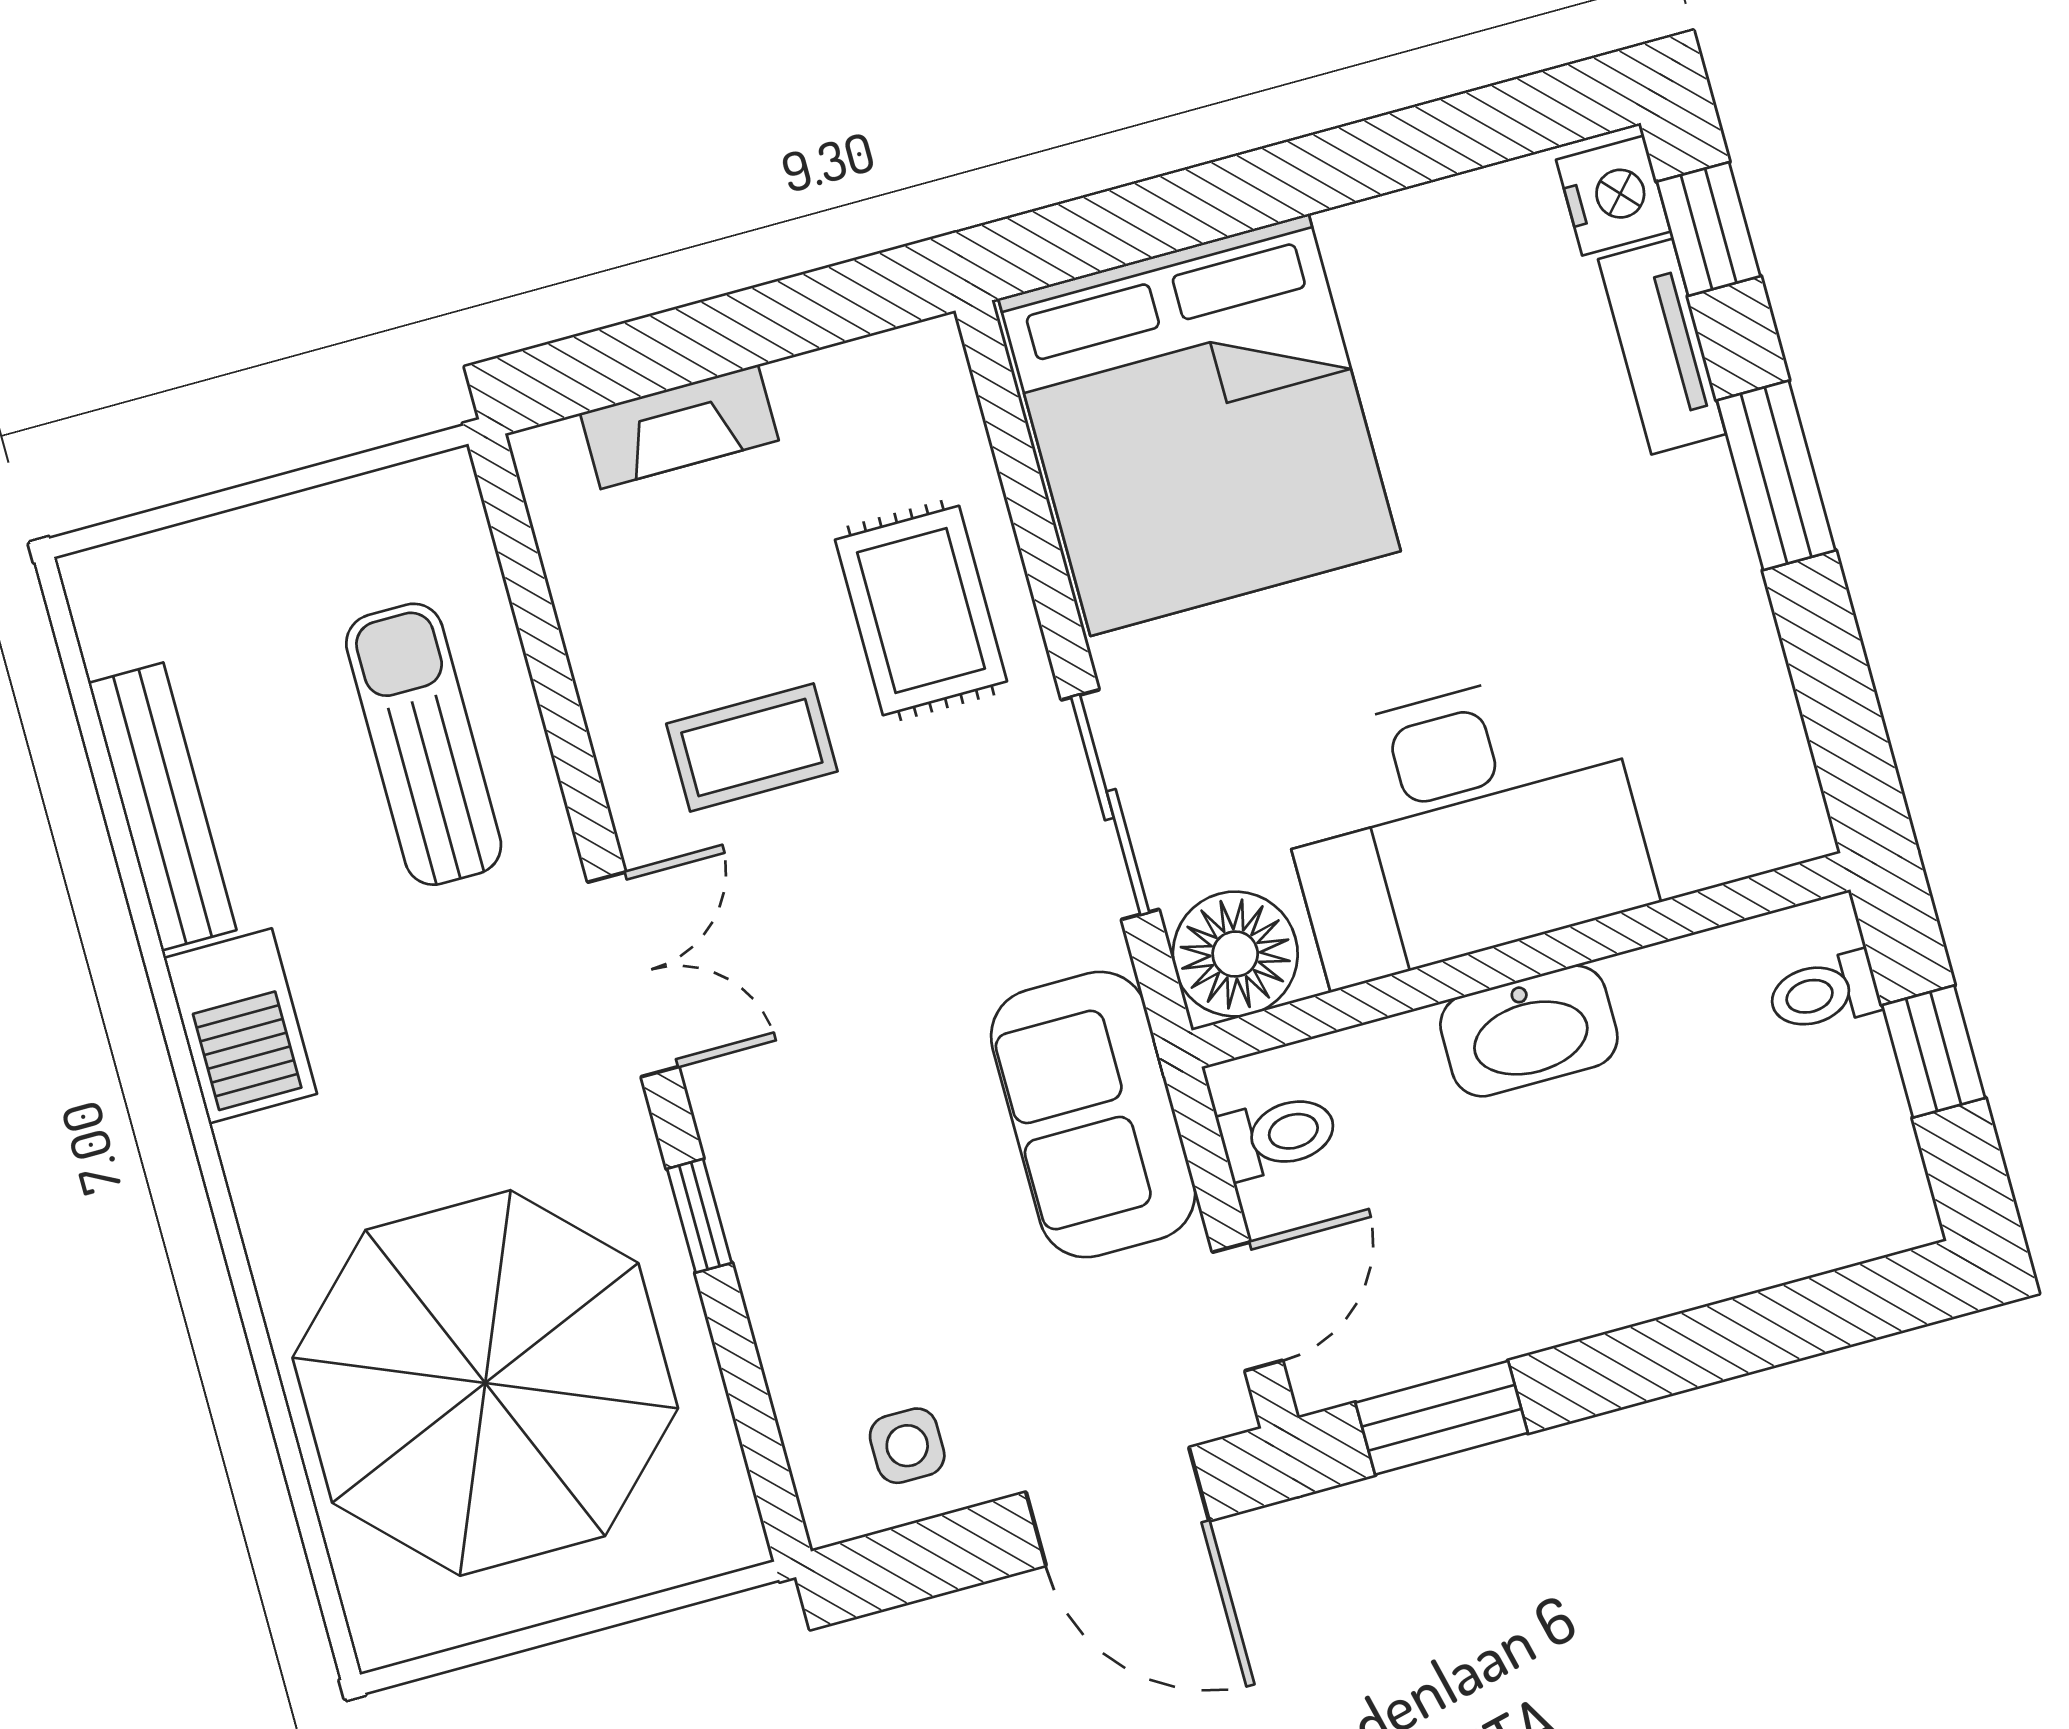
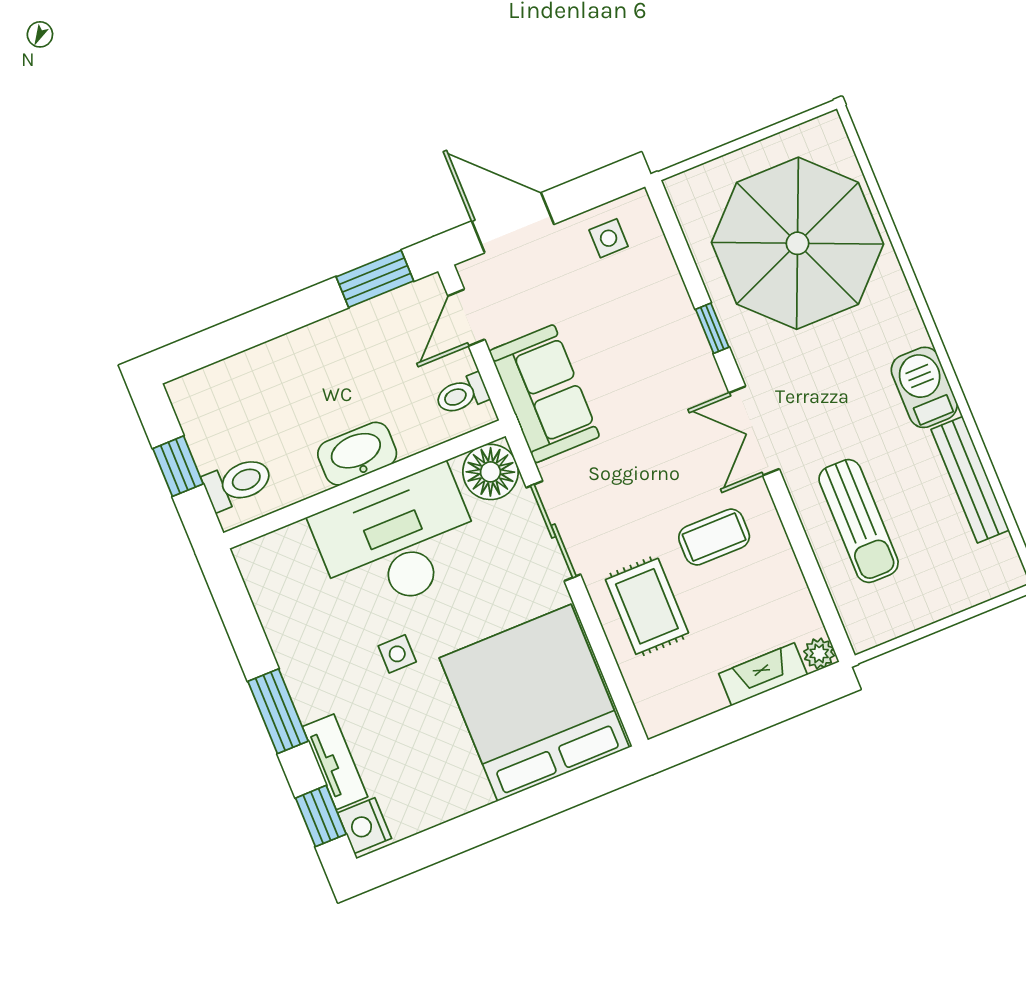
plant: (548, 458) -> (819, 653), added
side table: (1494, 572) -> (397, 654), added
toilet: (1824, 992) -> (238, 483), width x1.37, depth x1.39

